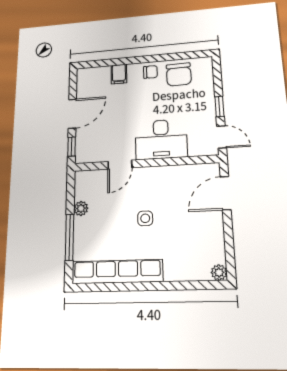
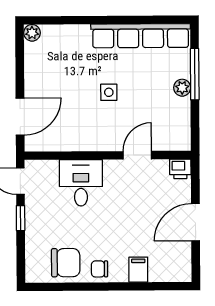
chair: (179, 74) -> (66, 263), turned 91
desk: (161, 139) -> (81, 183), width x0.73
window: (72, 147) -> (195, 181), removed
printer: (84, 155) -> (180, 169), added
plant: (81, 208) -> (182, 88), moved

